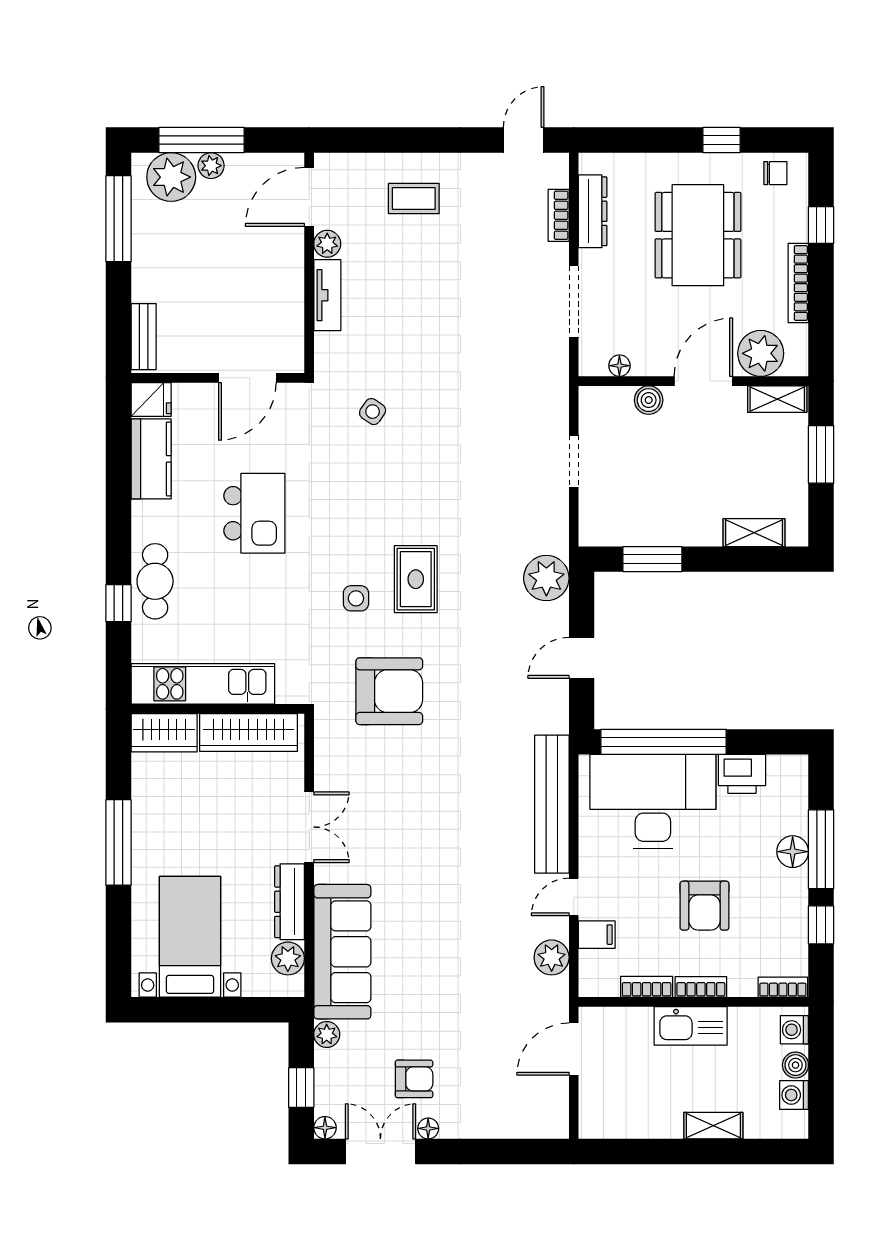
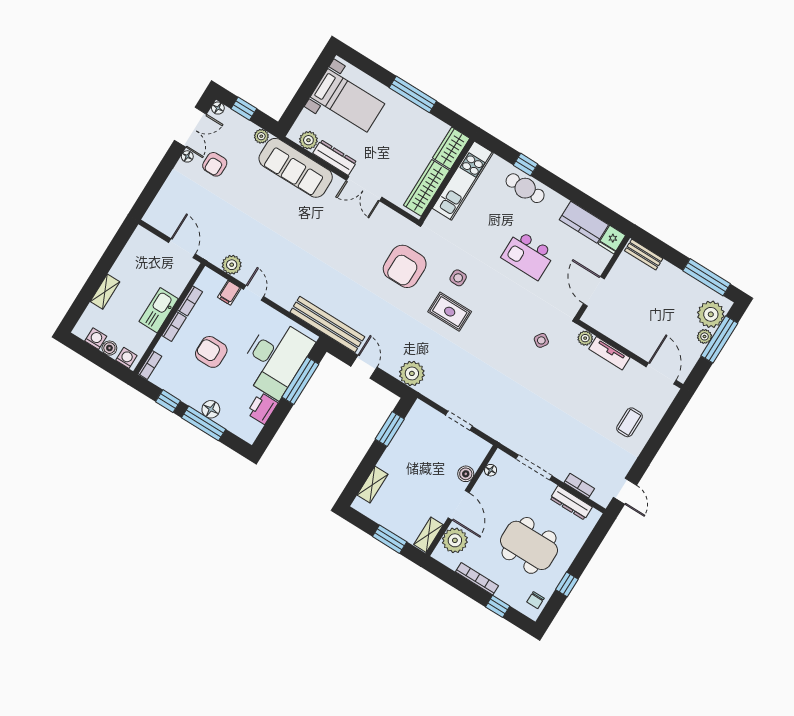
plant: (327, 244) -> (585, 338), moved
window: (663, 742) -> (300, 381), width x0.68
bench: (552, 804) -> (327, 324), moved

